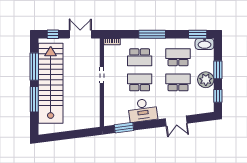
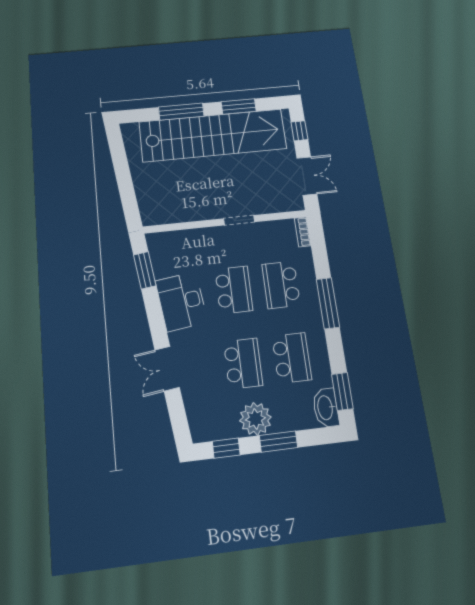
window: (34, 67) -> (239, 106), width x0.69

